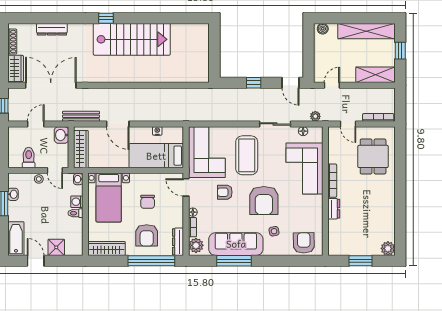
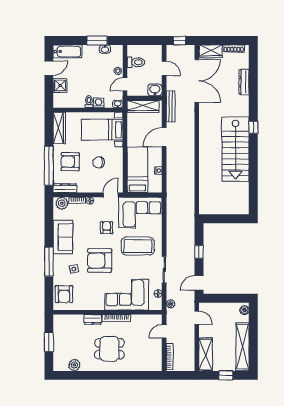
dining table: (373, 156) -> (109, 349), moved
armchair: (304, 243) -> (64, 294), turned 91
sofa: (236, 244) -> (63, 237), width x0.73
plant: (388, 248) -> (74, 365), moved
window: (234, 261) -> (49, 262), moved

